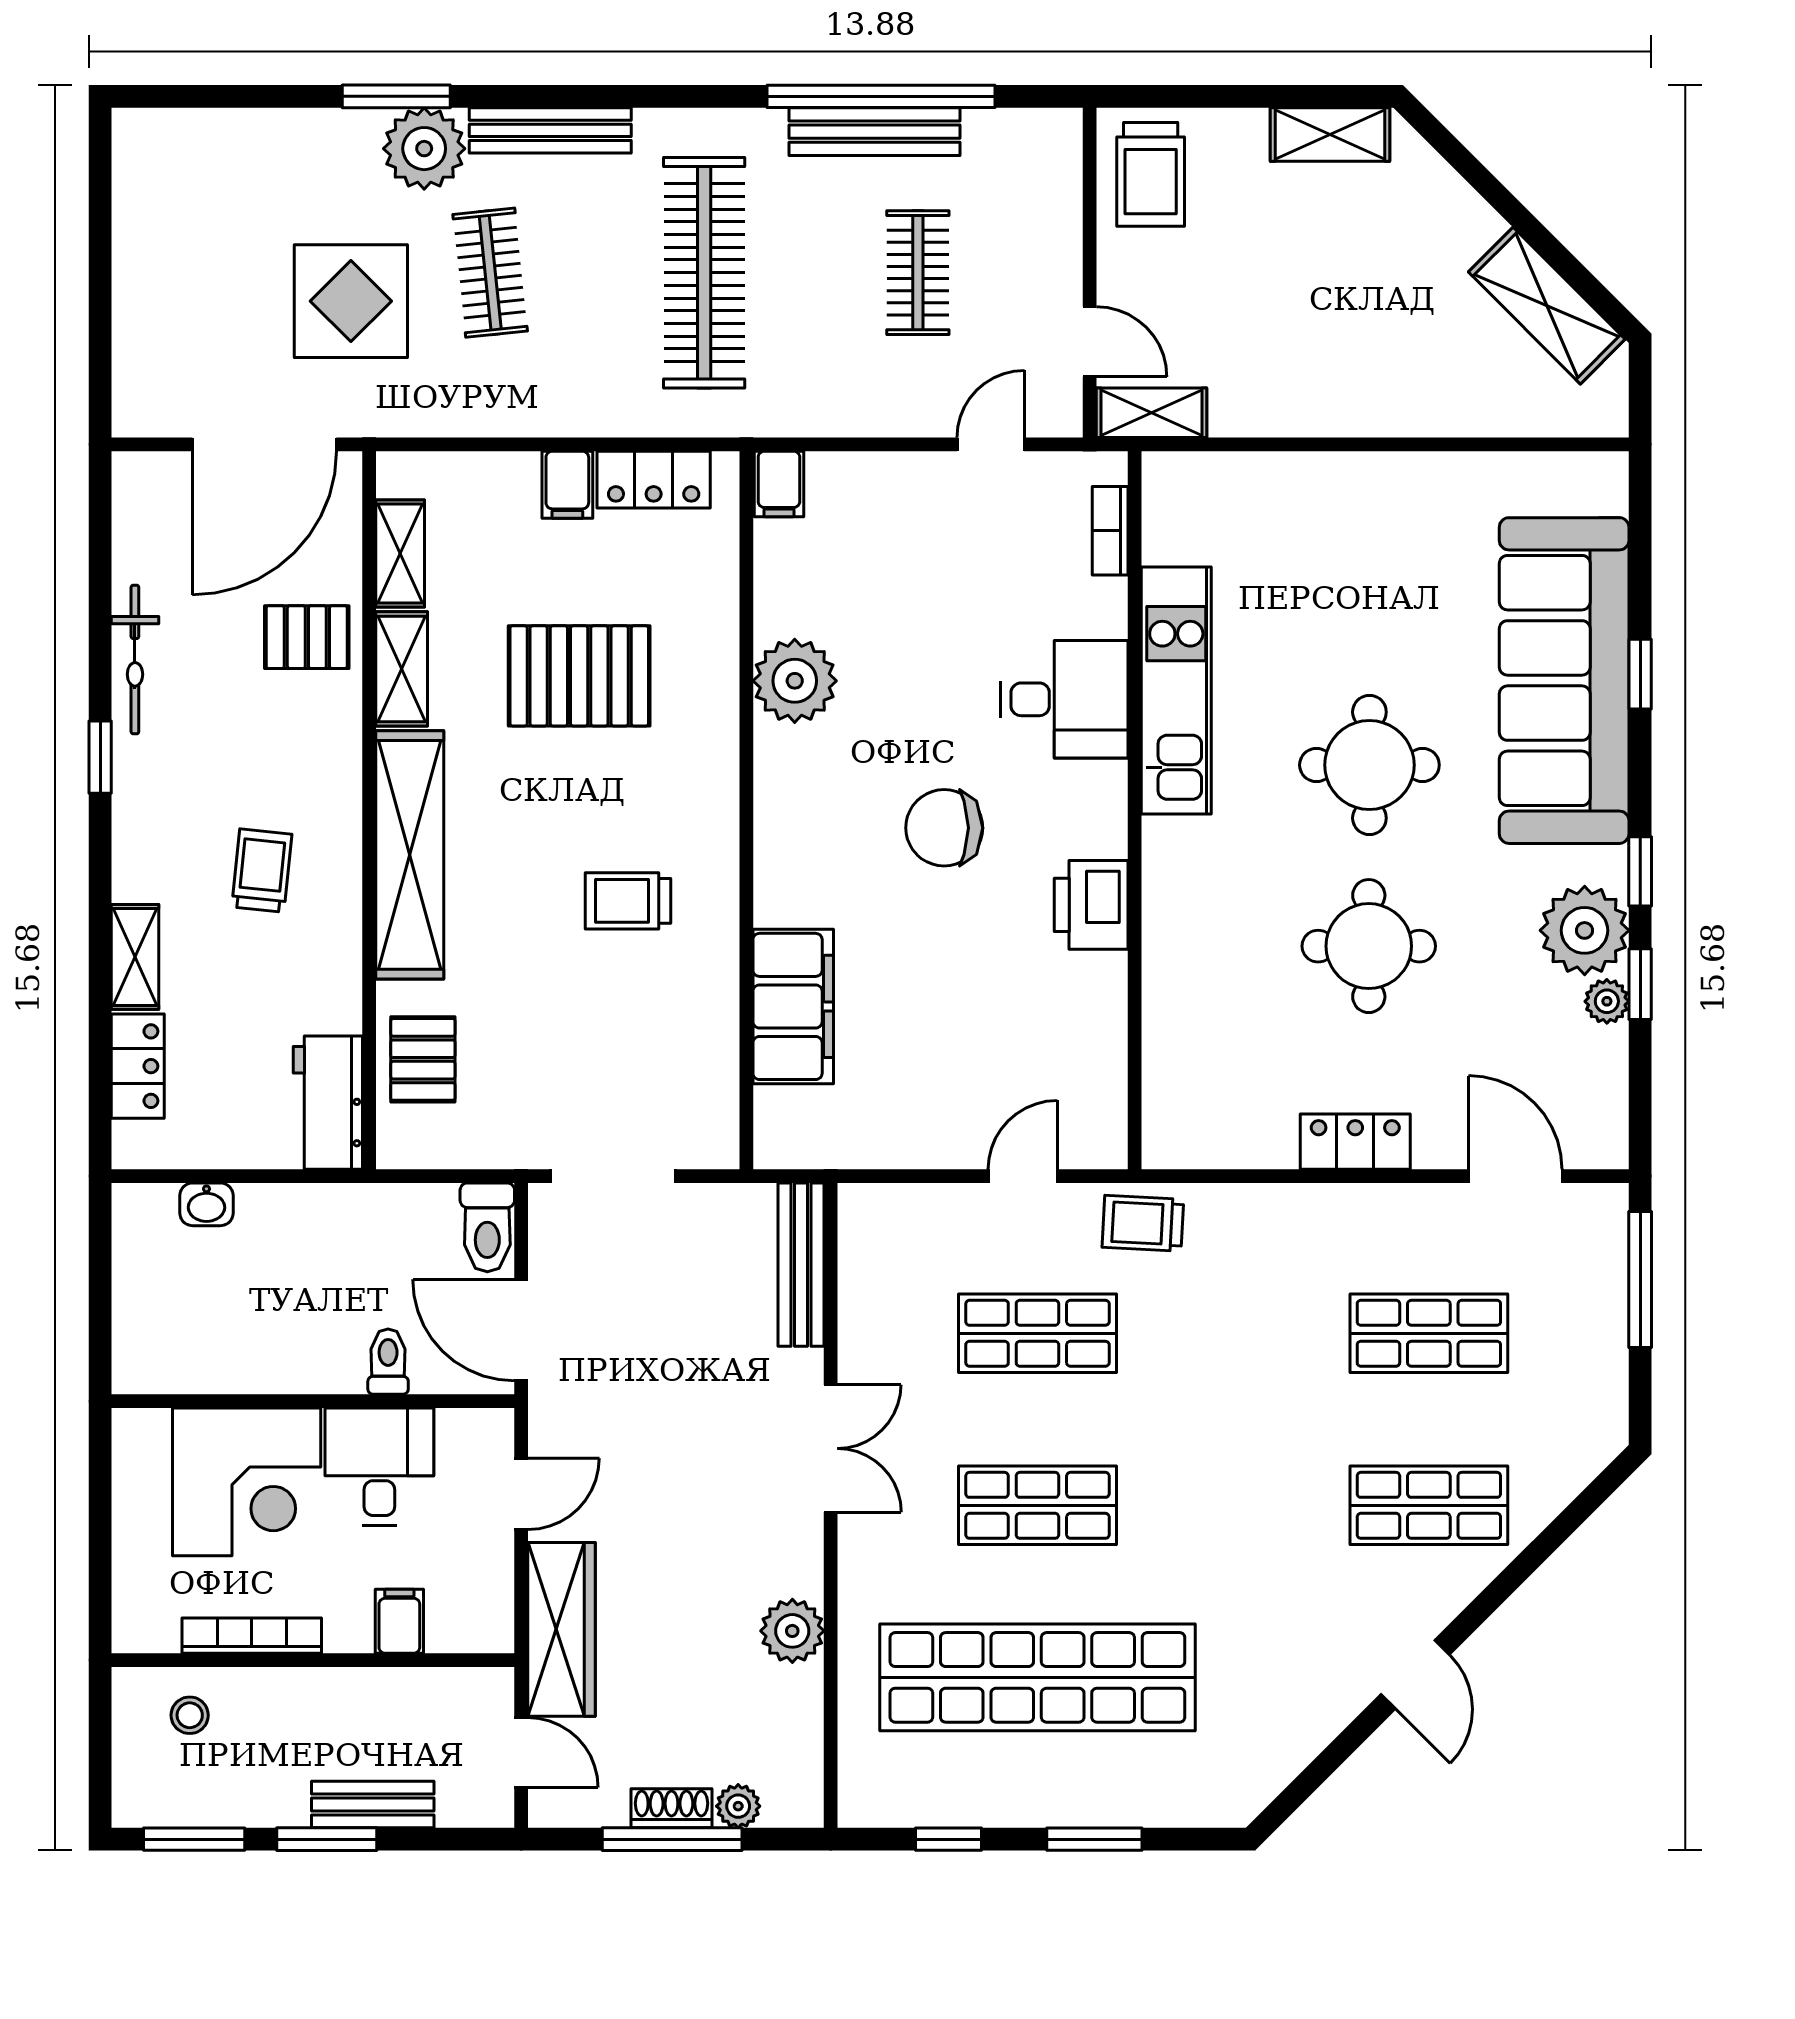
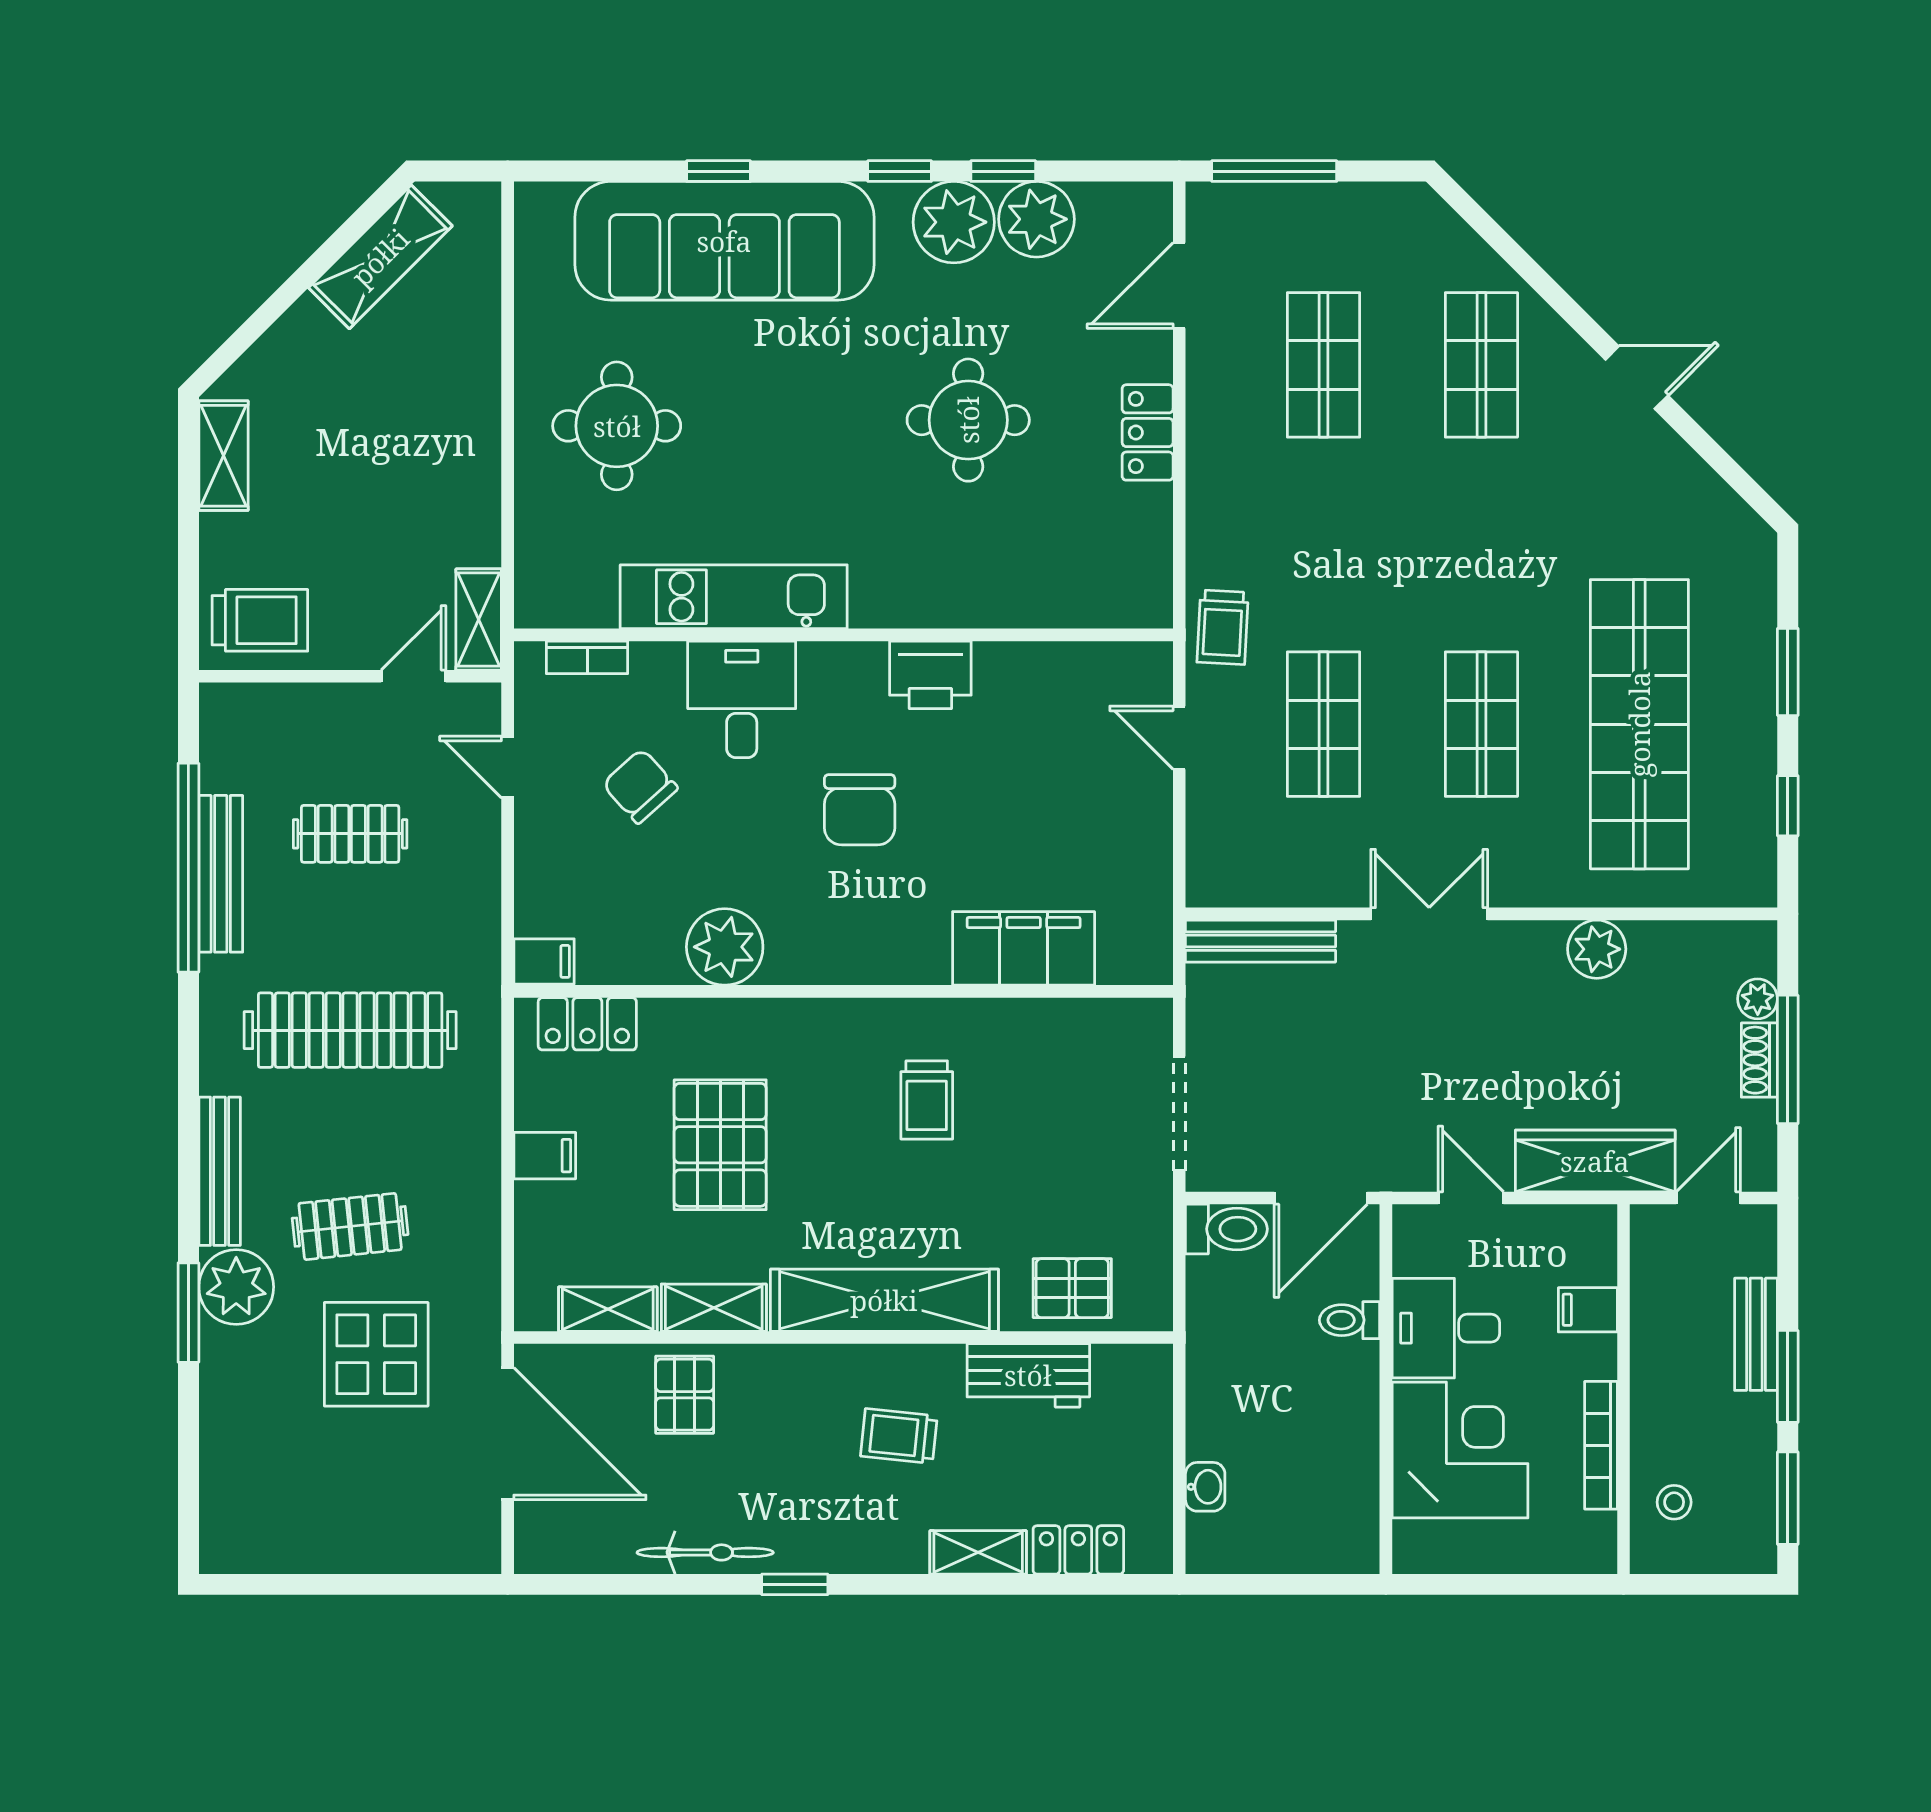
locker: (654, 480) -> (587, 1024), moved, turned 90
chair: (970, 589) -> (640, 786), added
round table: (1369, 765) -> (617, 426), moved
plant: (1607, 1001) -> (1036, 219), width x1.87, depth x1.87
workbench: (328, 1103) -> (1028, 1375), moved

